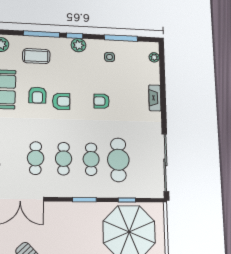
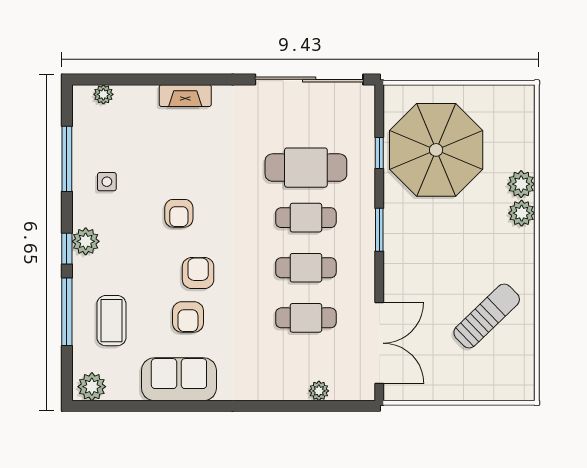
armchair: (37, 95) -> (188, 317), turned 90
armchair: (102, 101) -> (179, 213), moved

